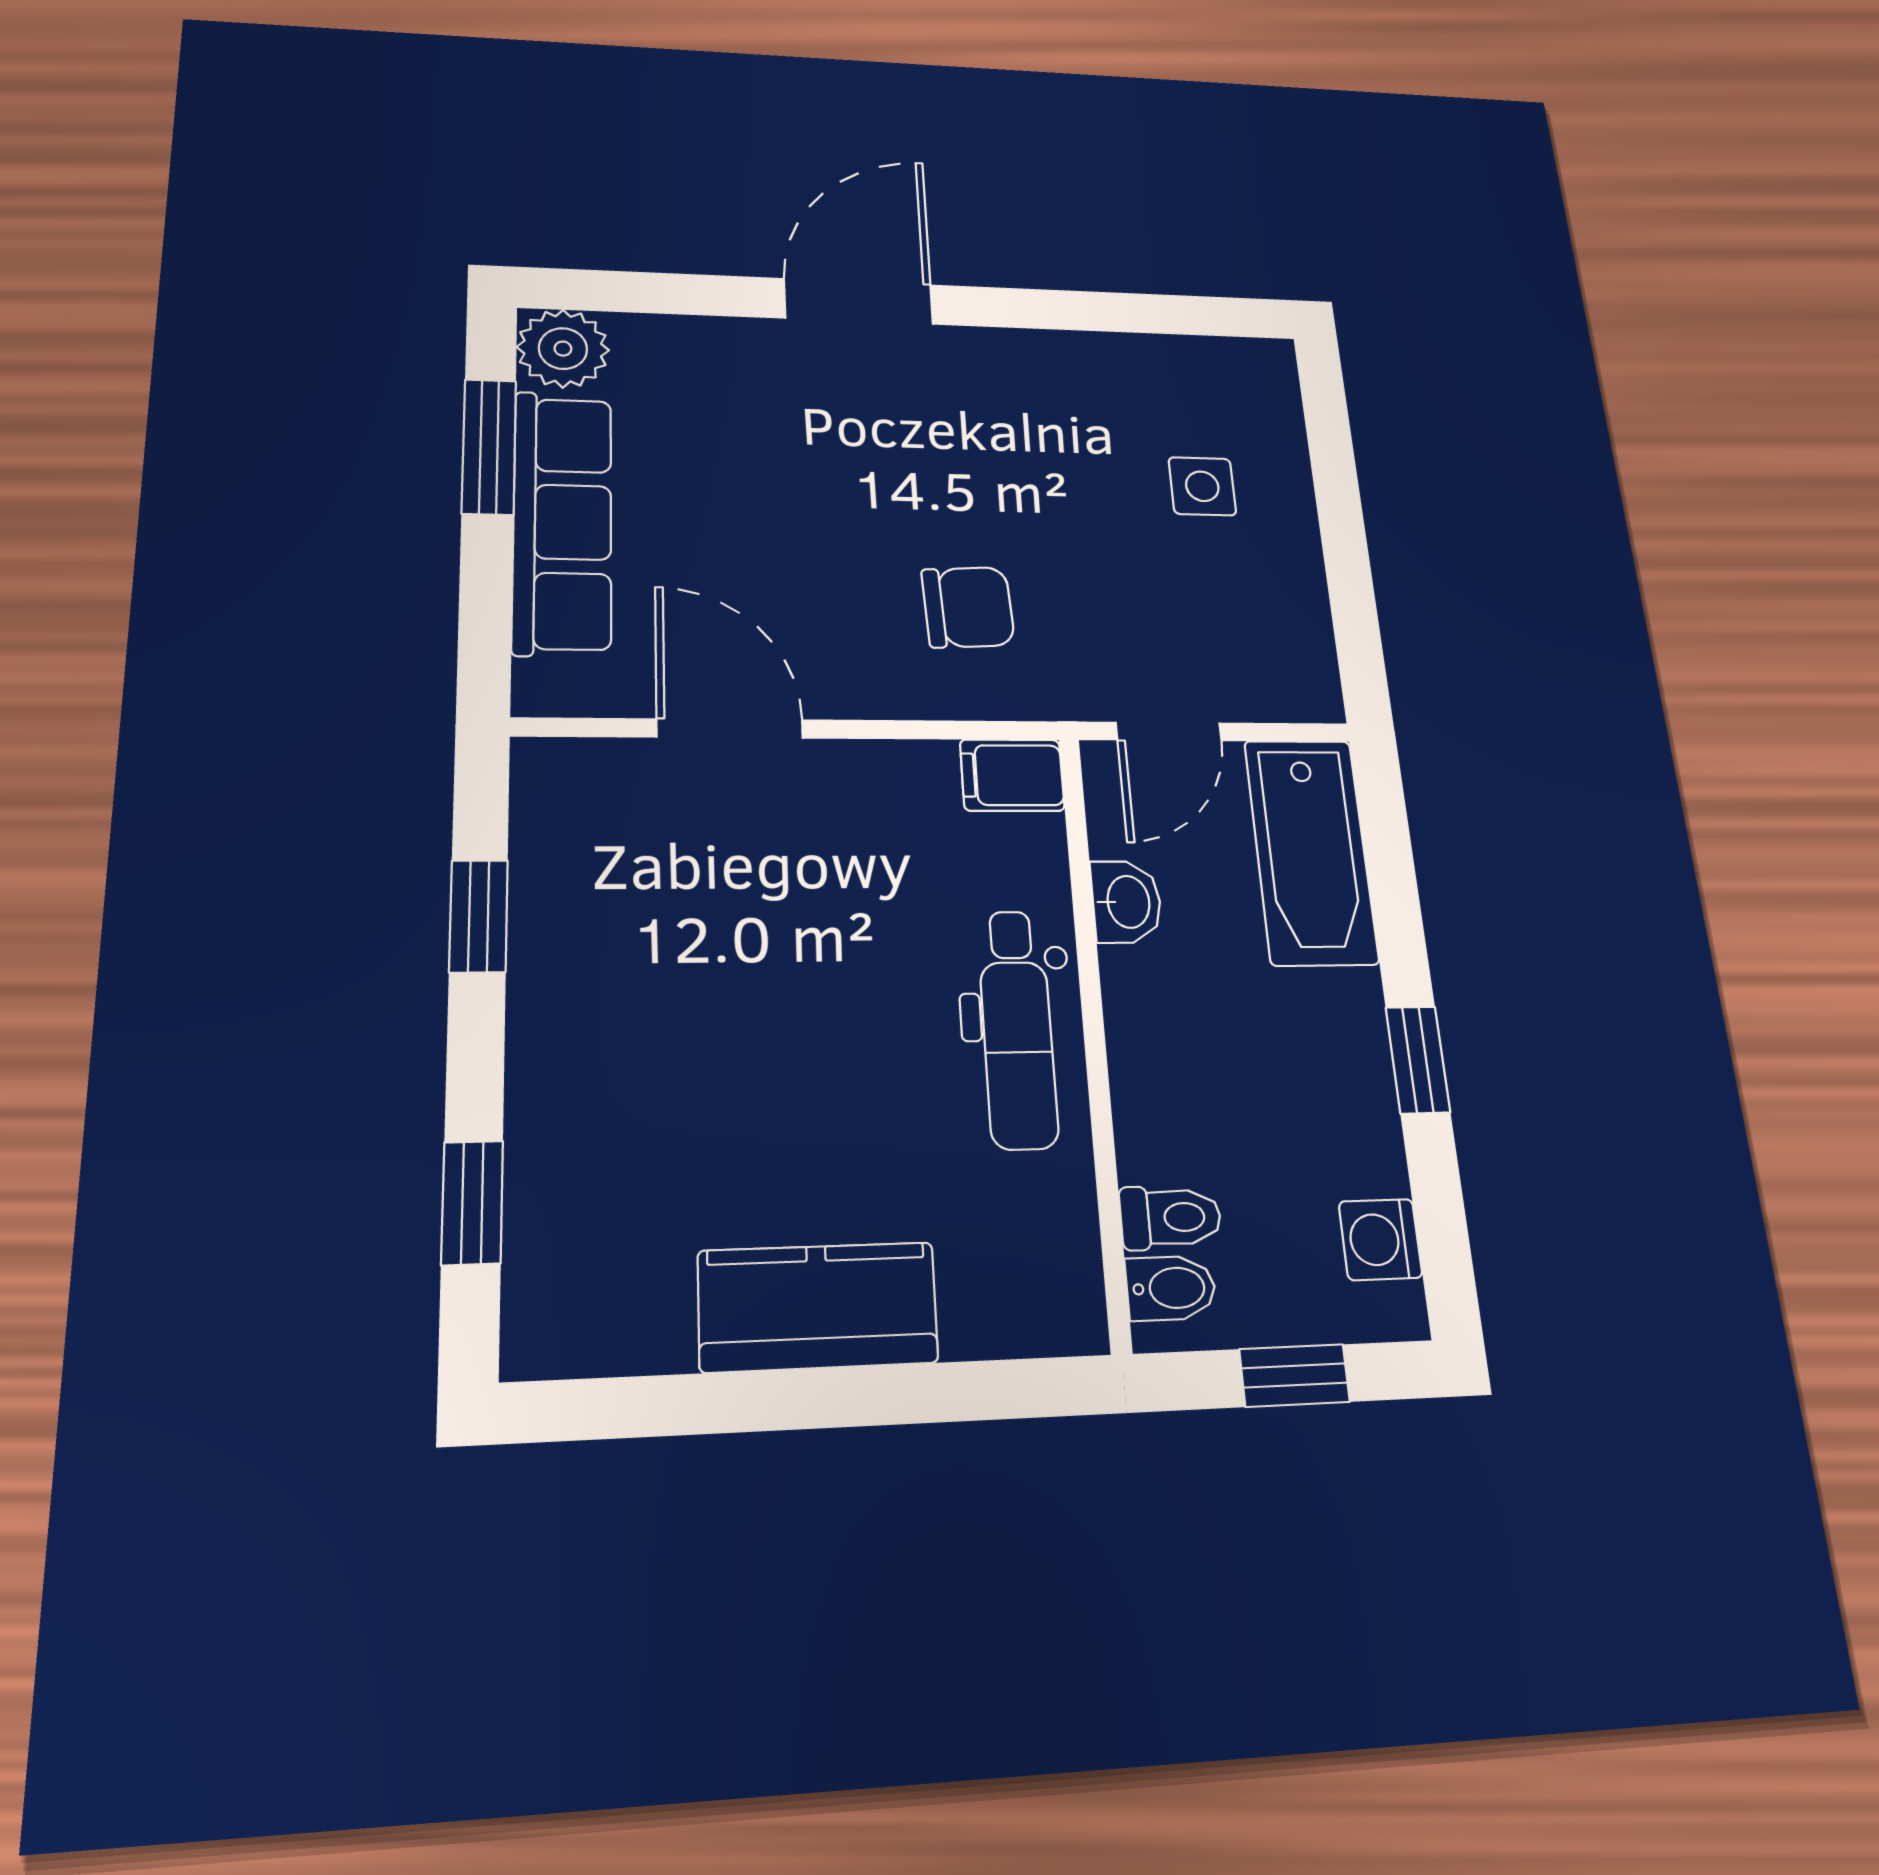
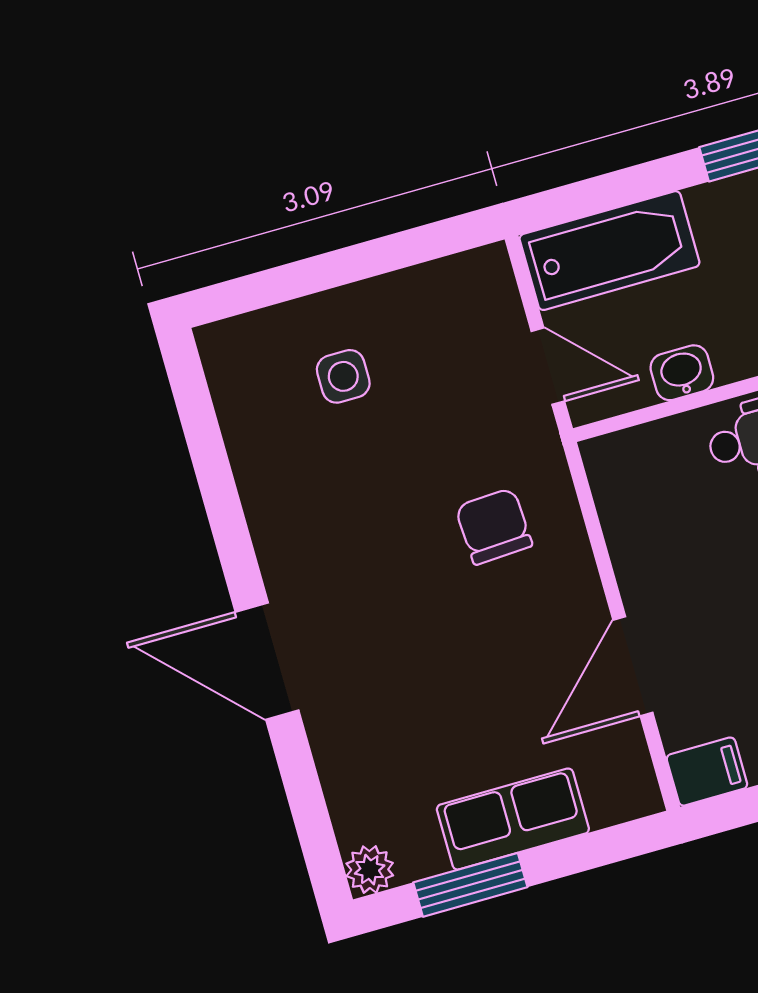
plant: (563, 349) -> (370, 870), width x0.73, depth x0.73
row of seats: (562, 522) -> (513, 819), width x0.68
filing cabinet: (1012, 775) -> (707, 772), moved, turned -90

